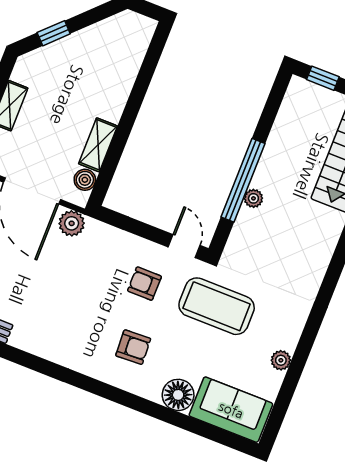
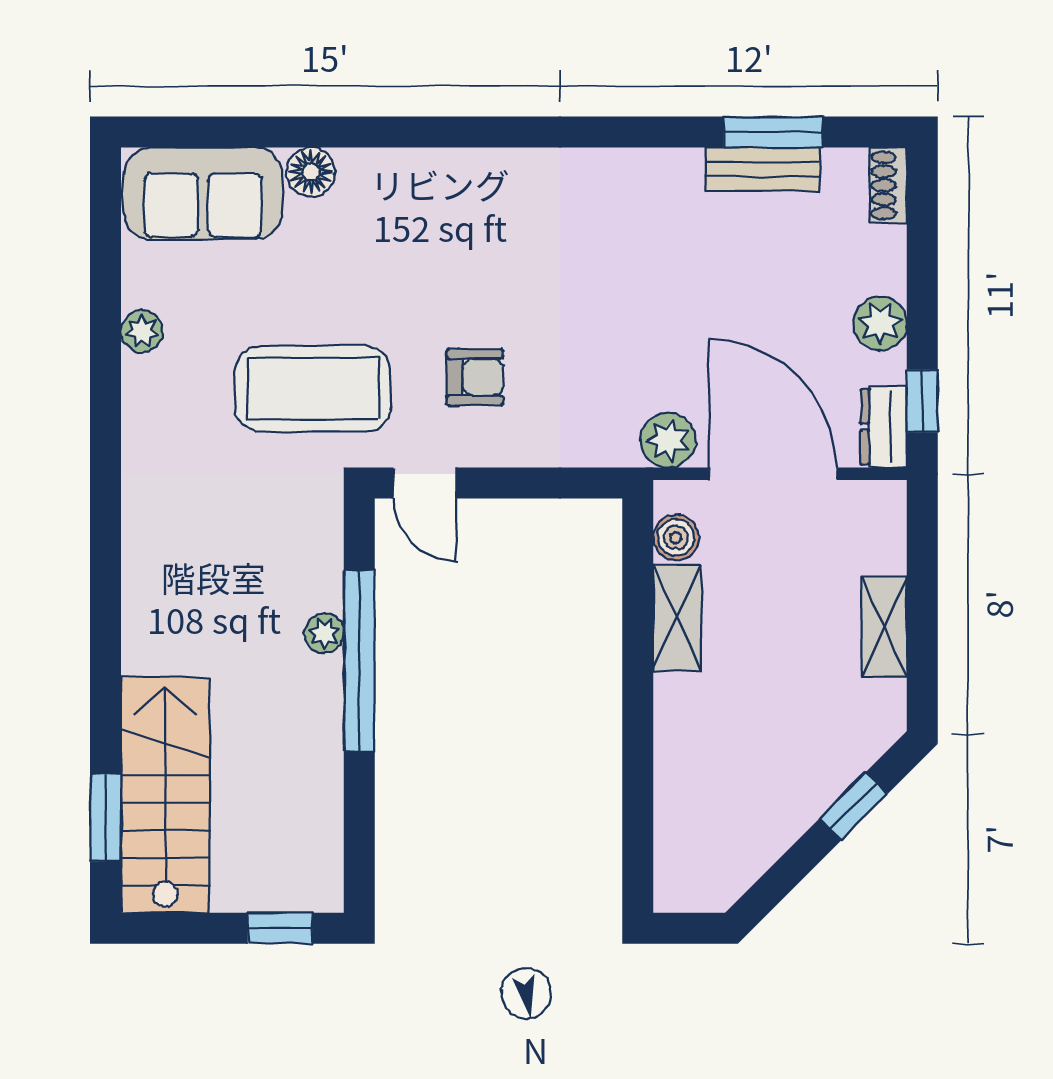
armchair: (133, 347) -> (447, 241), removed
floor lamp: (178, 395) -> (311, 172), width x0.73, depth x0.73

